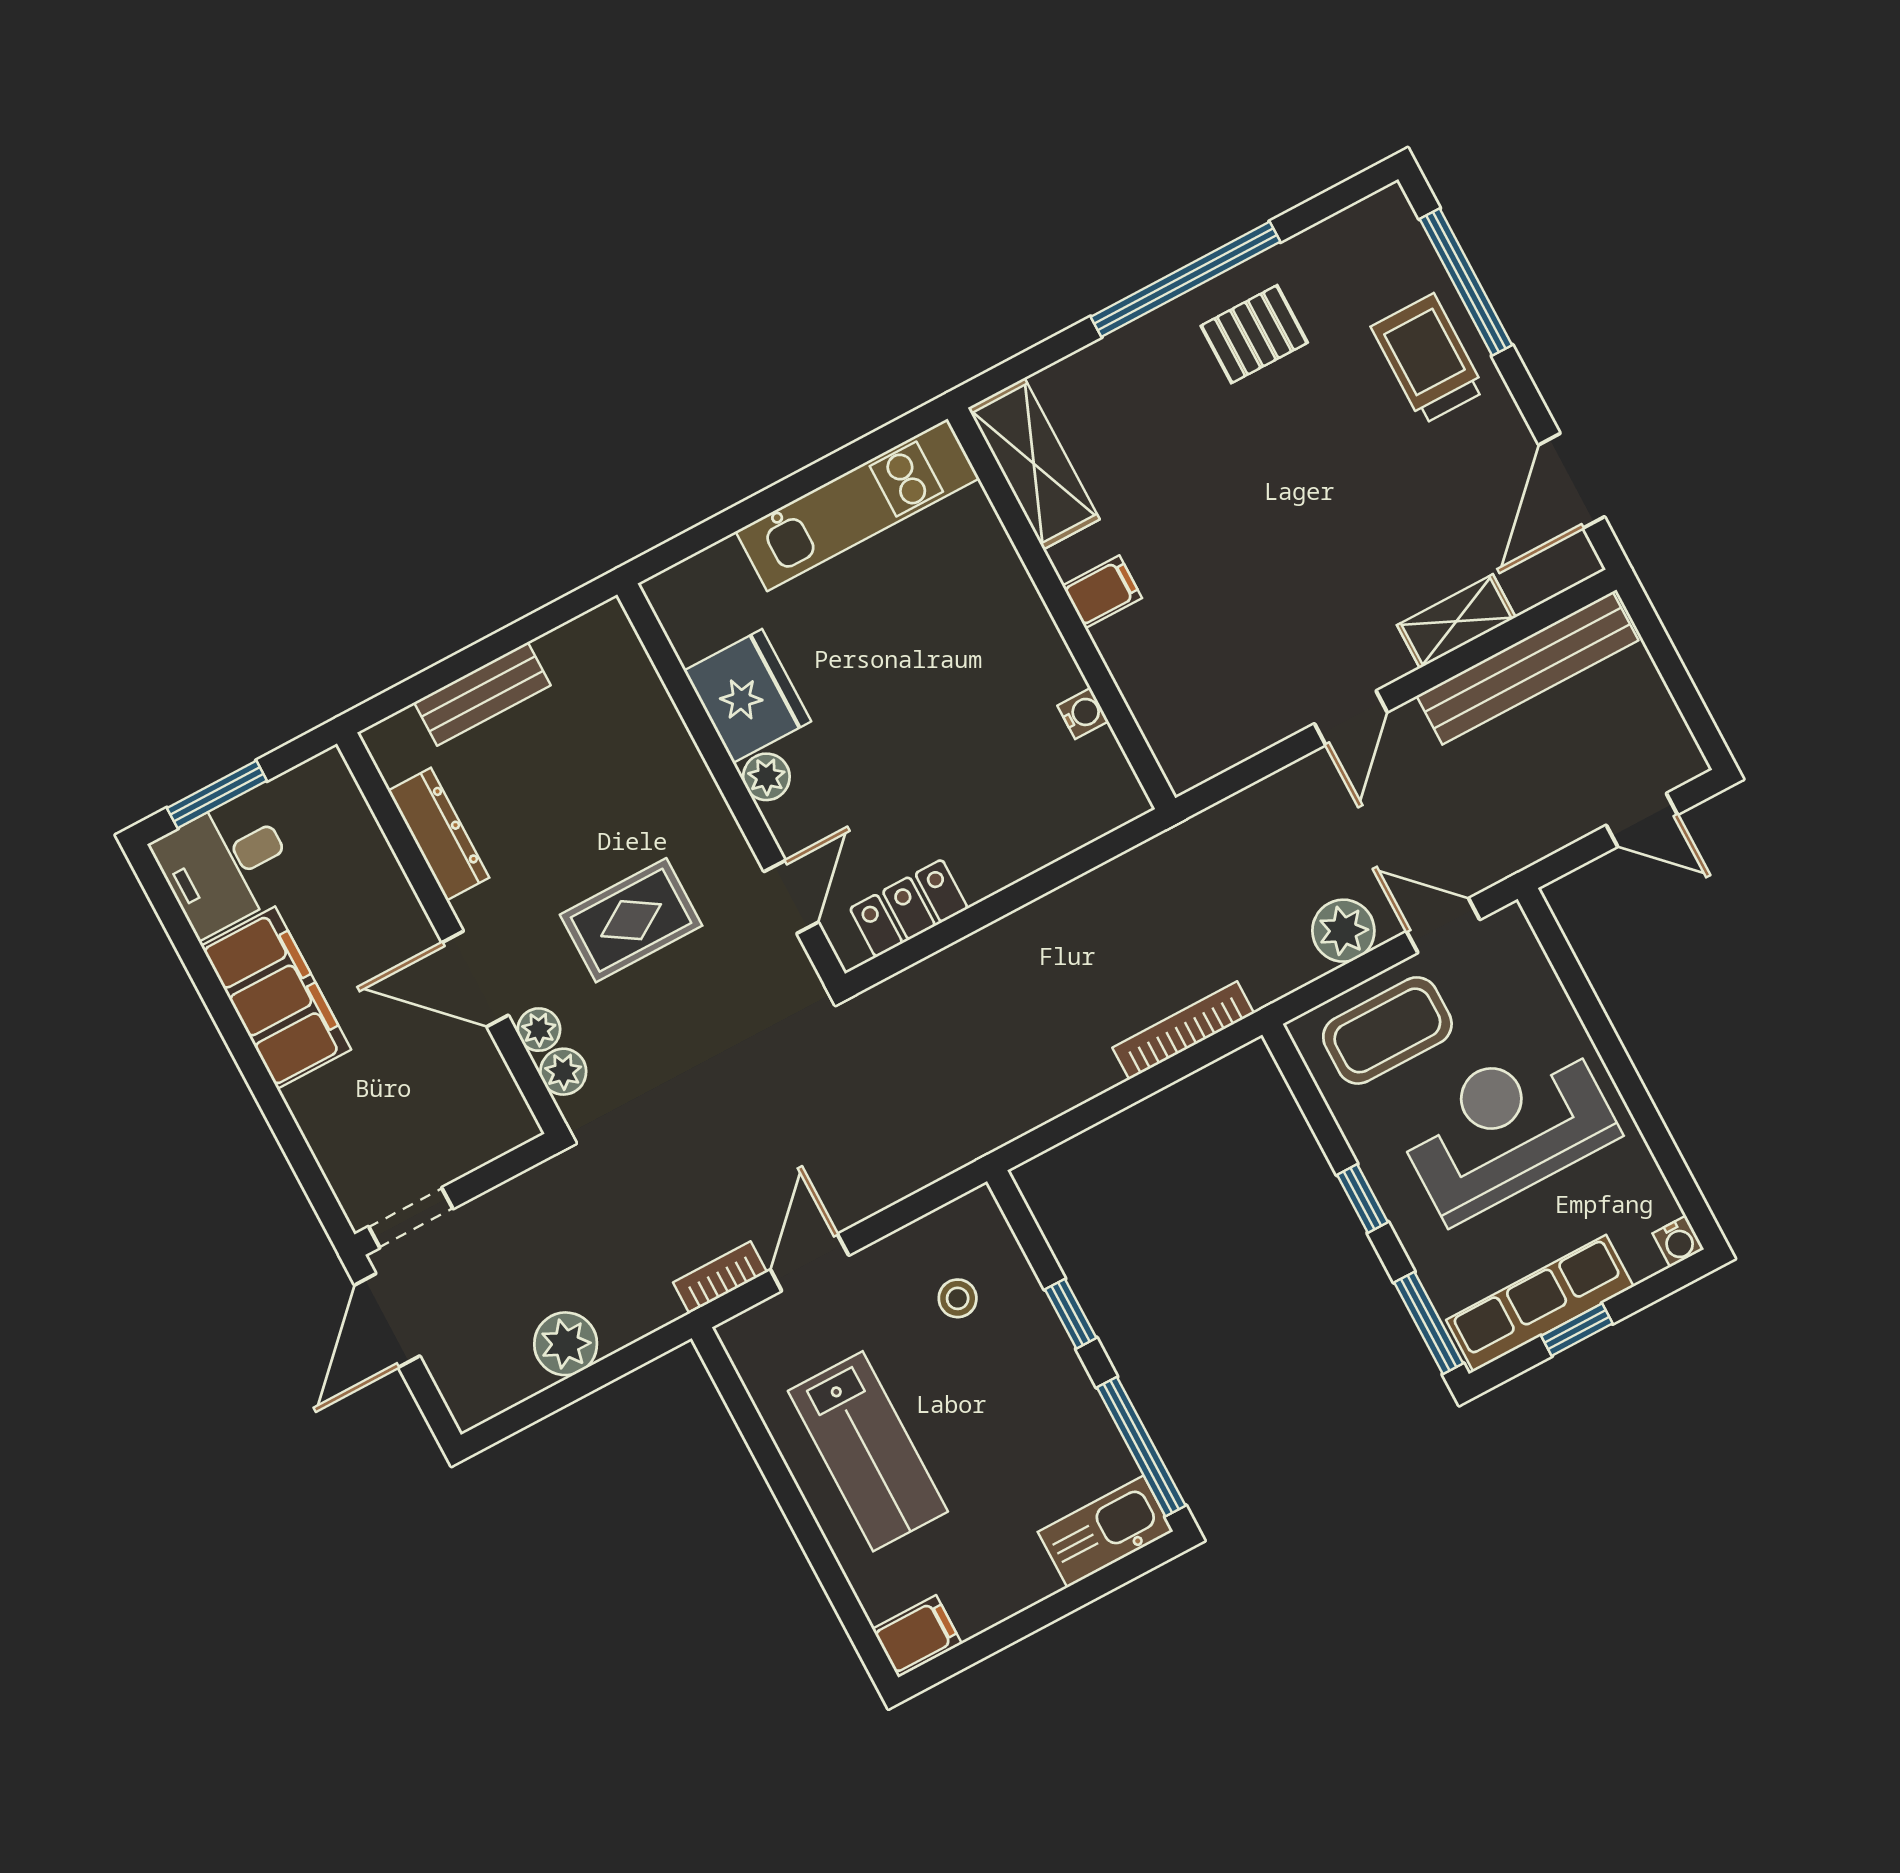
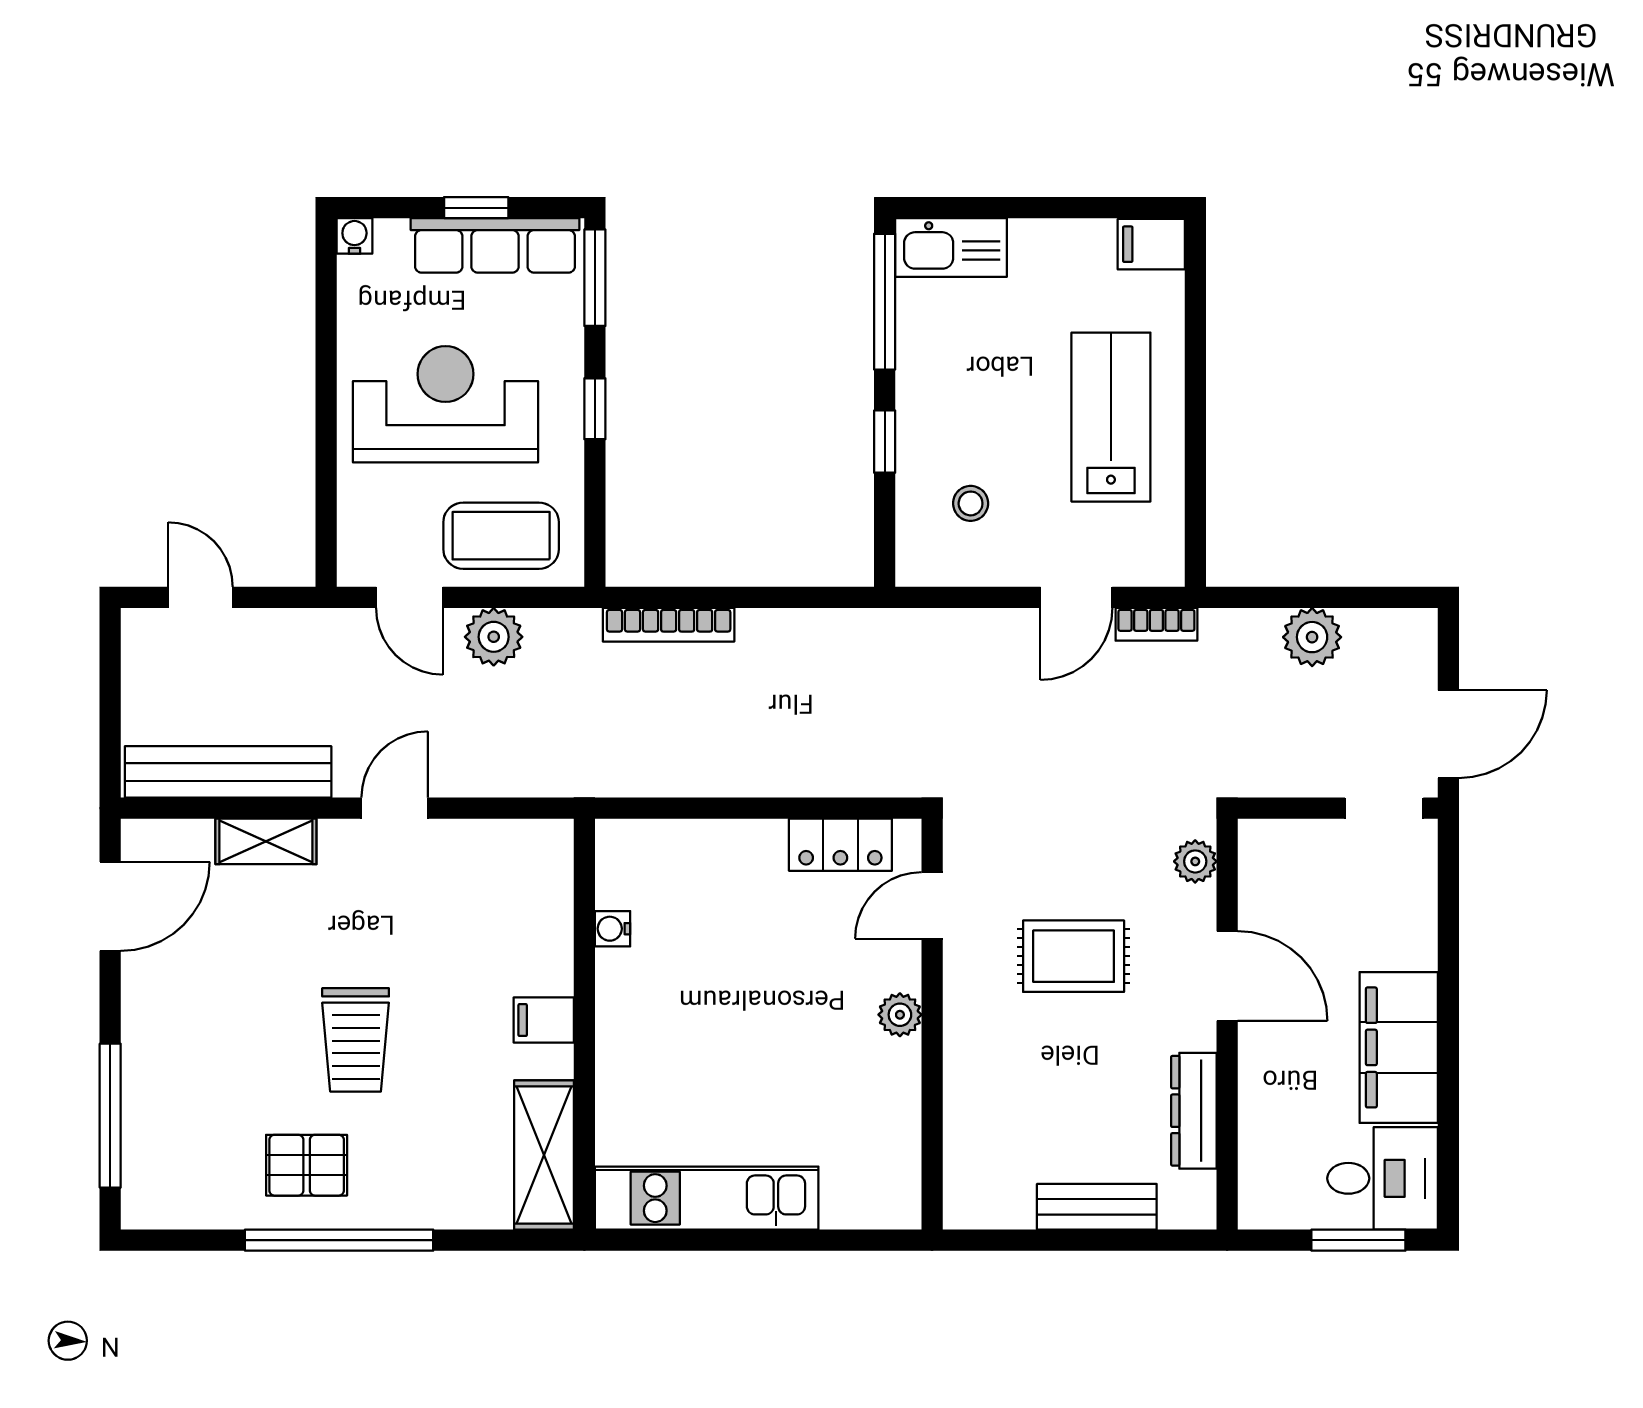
trolley: (1428, 359) -> (356, 1040), moved
fridge: (747, 696) -> (880, 1089), removed
plant: (539, 1030) -> (1197, 907), removed
reception desk: (1507, 1127) -> (446, 404), turned 180

